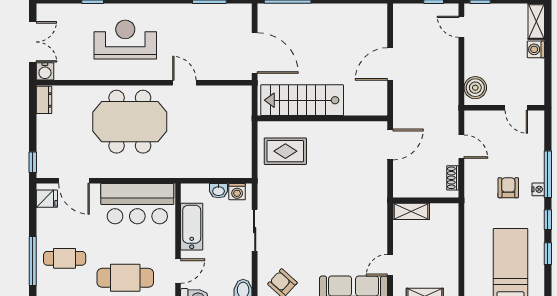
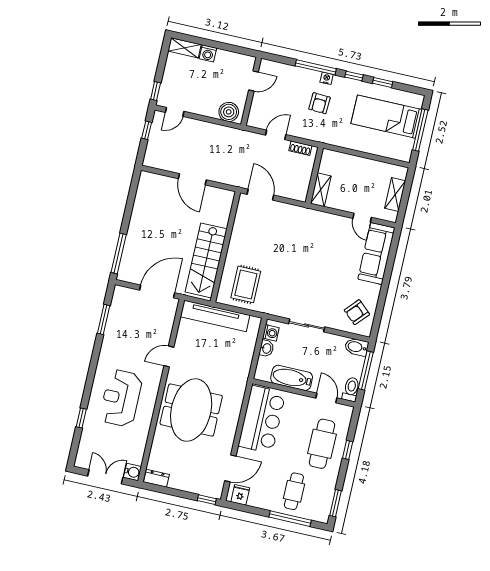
tv unit: (242, 124) -> (215, 316), added
armchair: (508, 188) -> (319, 103), turned -87

